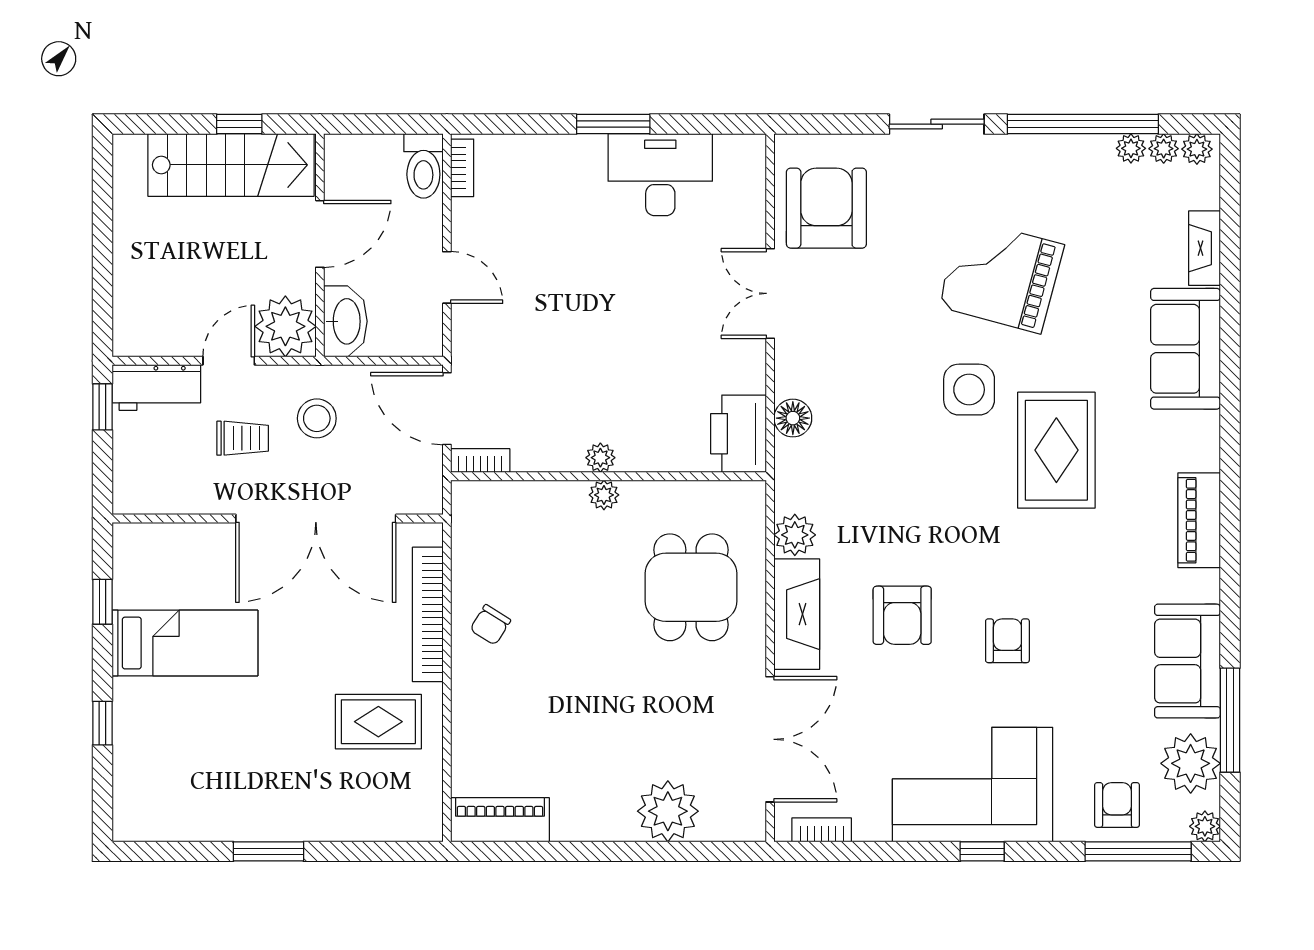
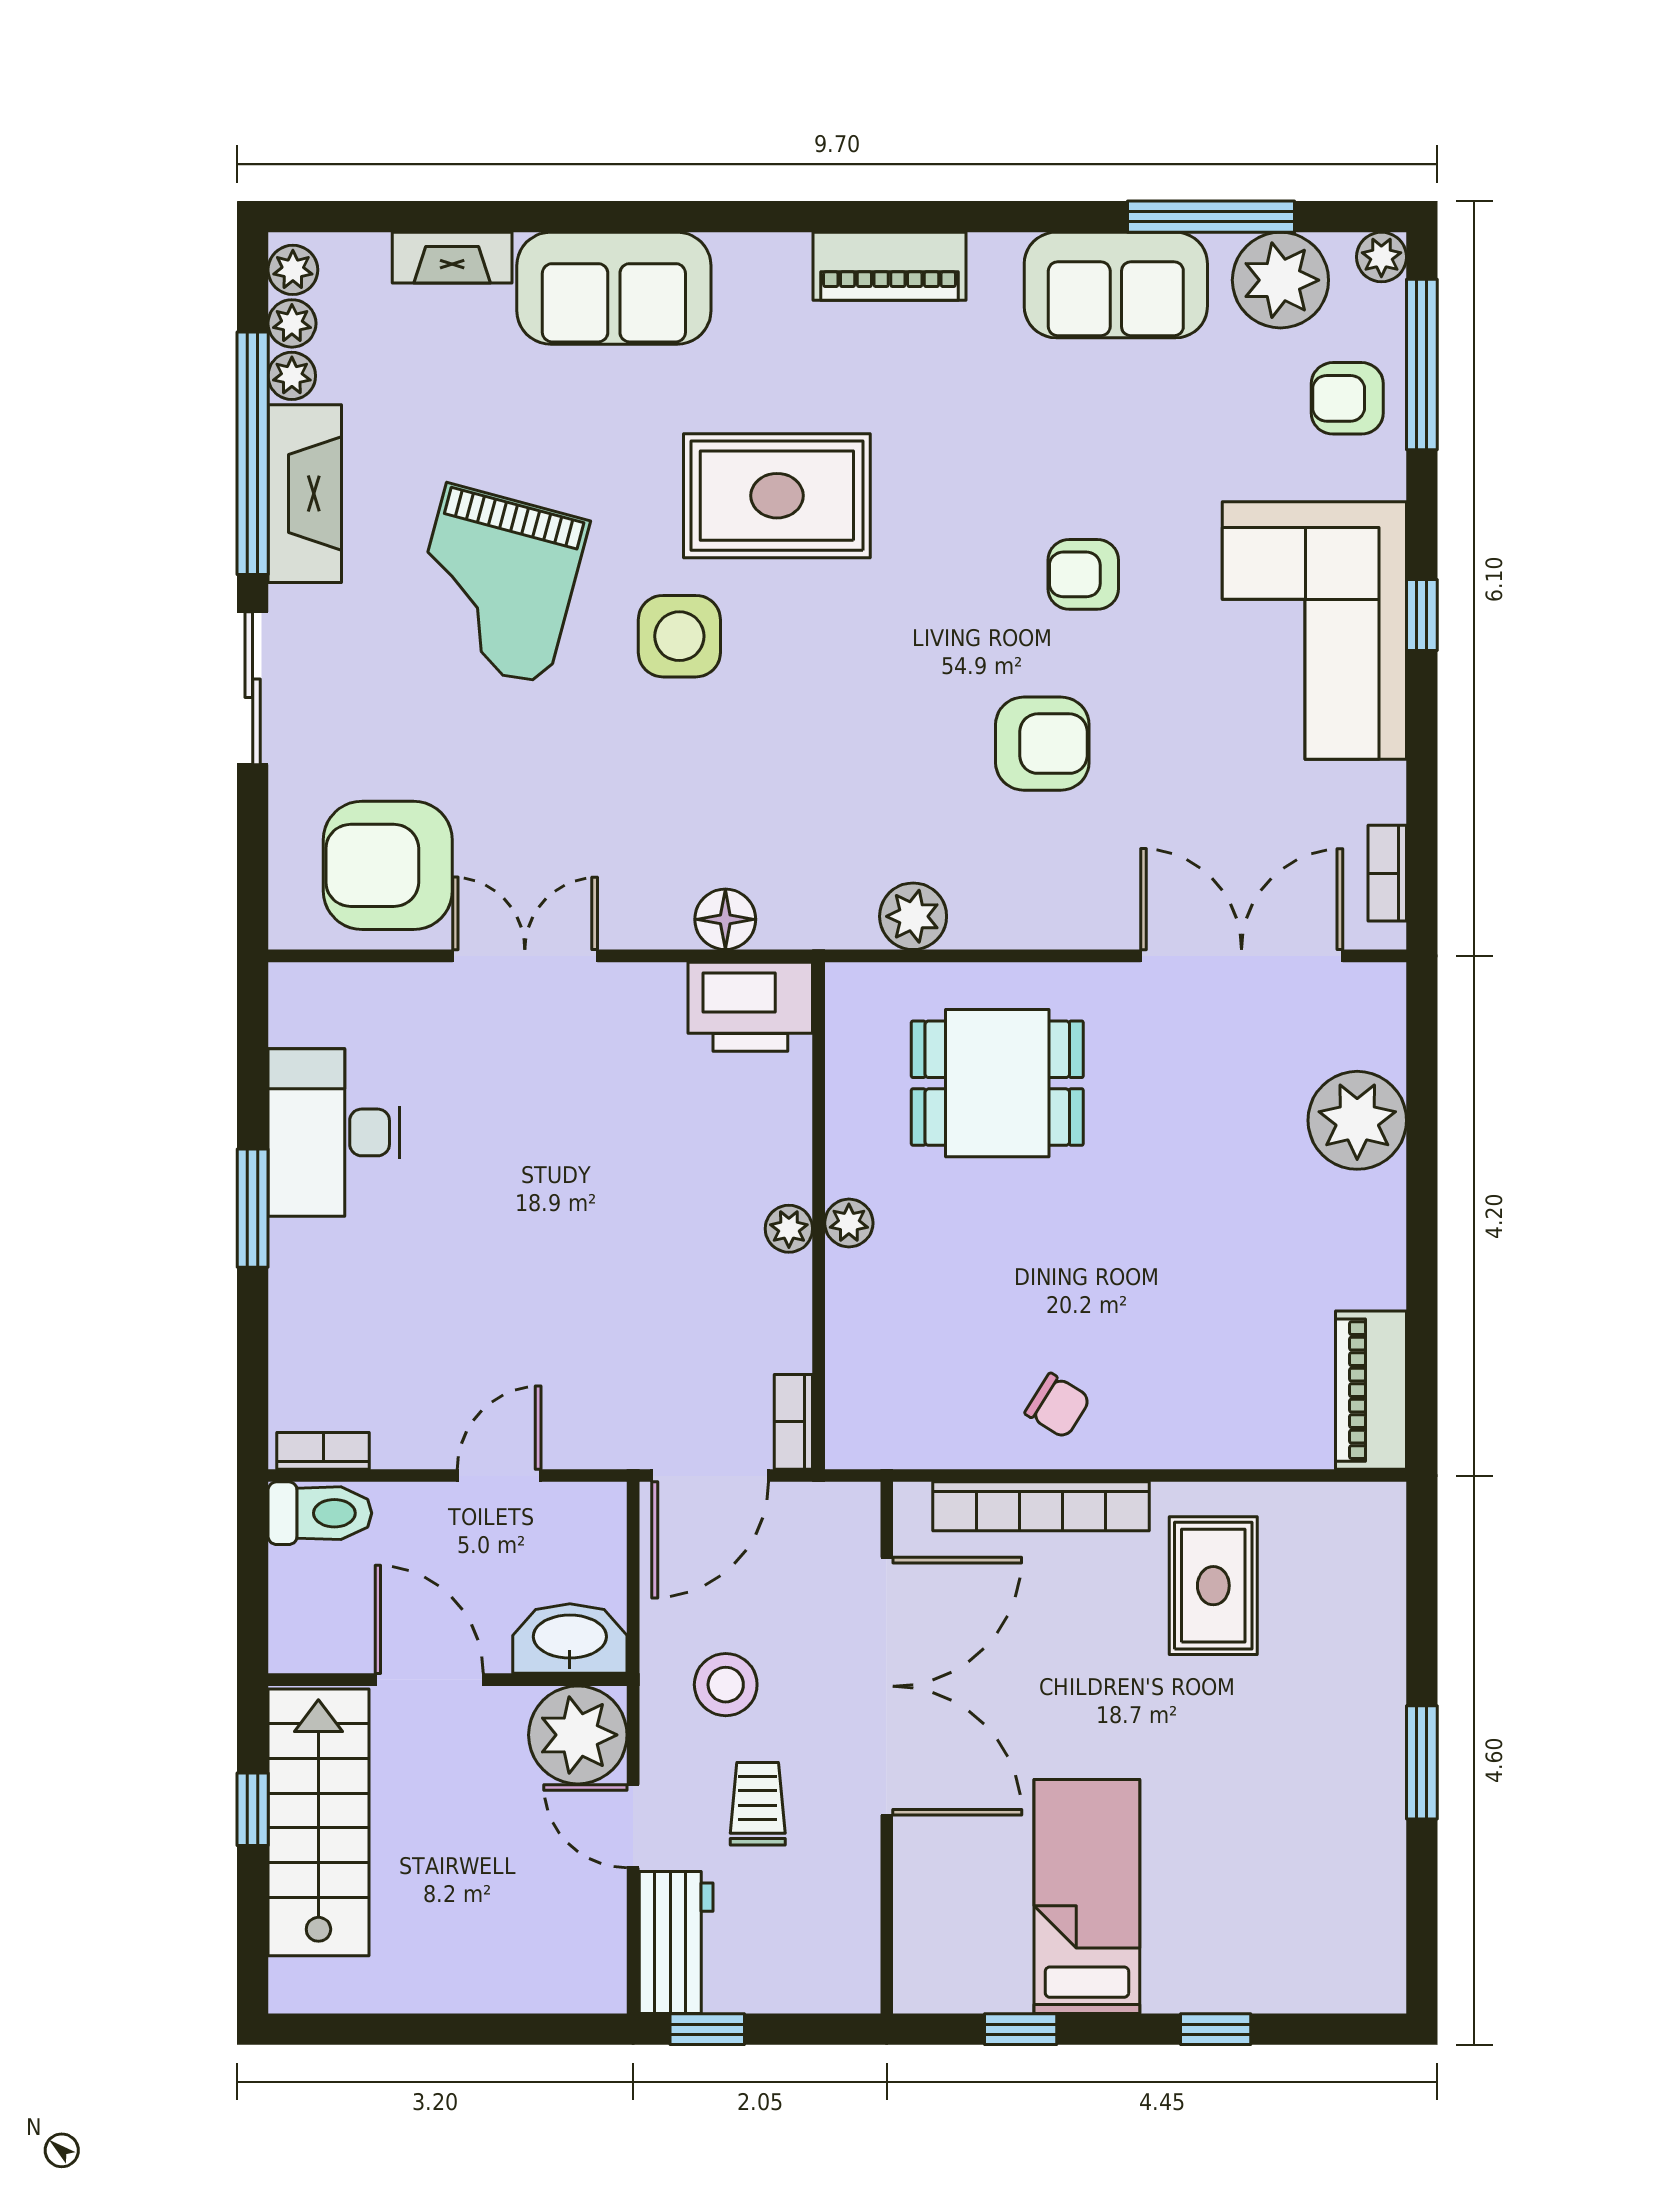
double door: (770, 293) -> (525, 956), swing flipped
fireplace: (797, 614) -> (305, 494), moved, turned 90

